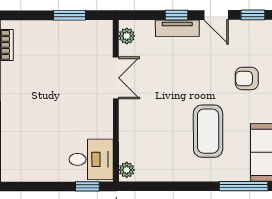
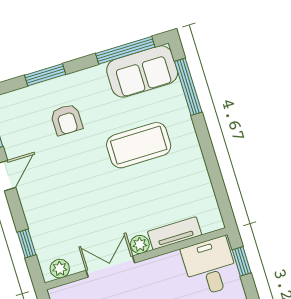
window: (176, 15) -> (27, 243), moved
tv unit: (177, 28) -> (175, 233), moved, turned -90
plant: (127, 170) -> (140, 244), moved

